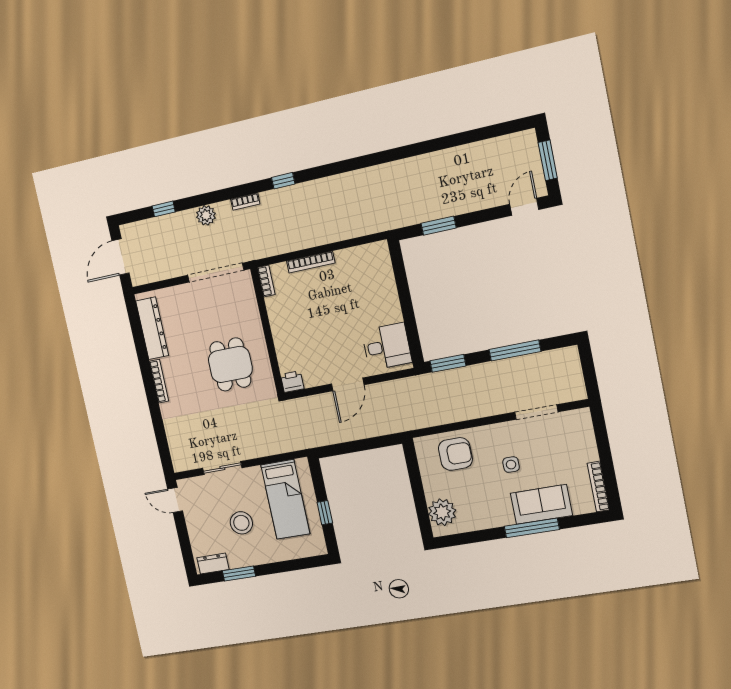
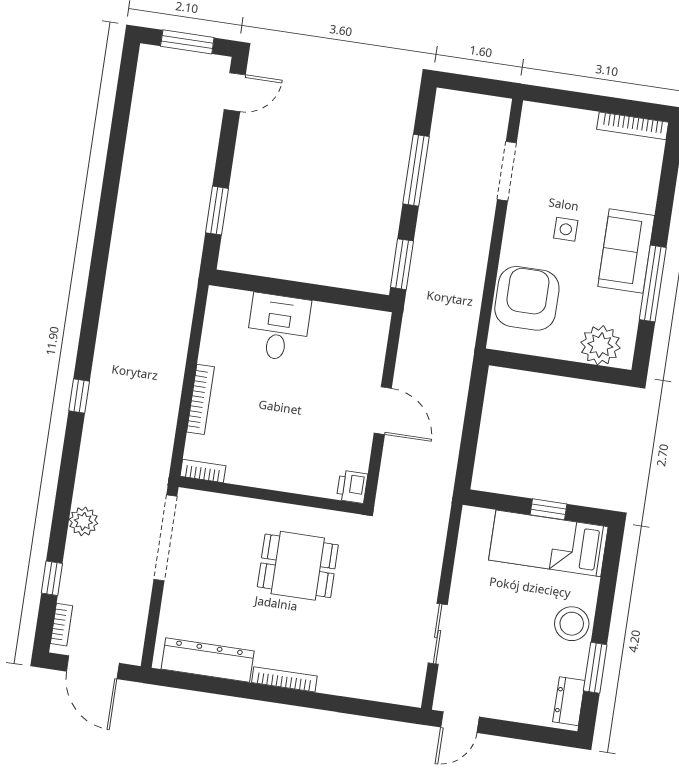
bookcase: (245, 202) -> (61, 625), moved
door: (524, 207) -> (235, 92), swing flipped
desk: (387, 346) -> (278, 327), moved
armchair: (455, 454) -> (527, 298), width x1.36, depth x1.36
bed: (285, 499) -> (548, 543), moved, turned 180
sofa: (541, 504) -> (626, 251), moved
stool: (241, 523) -> (572, 624), moved
window: (532, 528) -> (653, 284), moved

